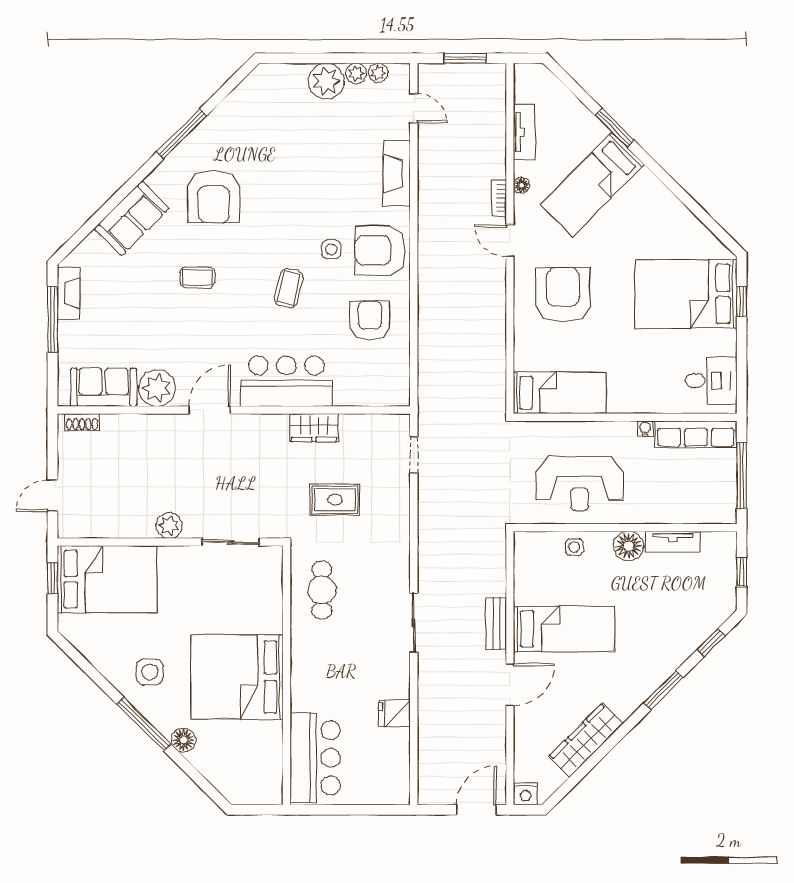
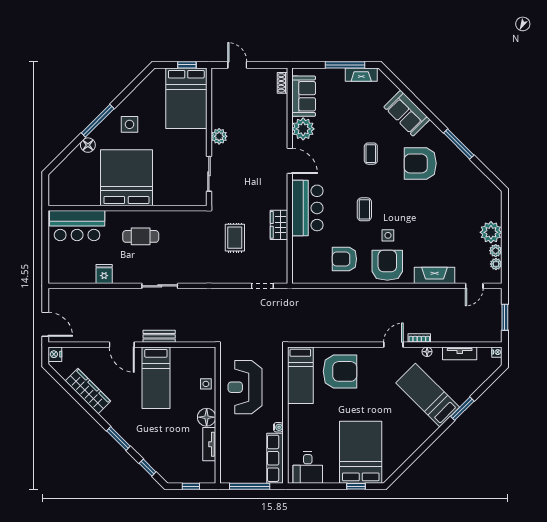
nightstand: (522, 71) -> (497, 352), added
coffee table: (289, 288) -> (364, 209), turned 76
armchair: (563, 295) -> (340, 371), moved
armchair: (370, 321) -> (344, 259), turned 180
cafe table: (322, 590) -> (141, 236), moved

